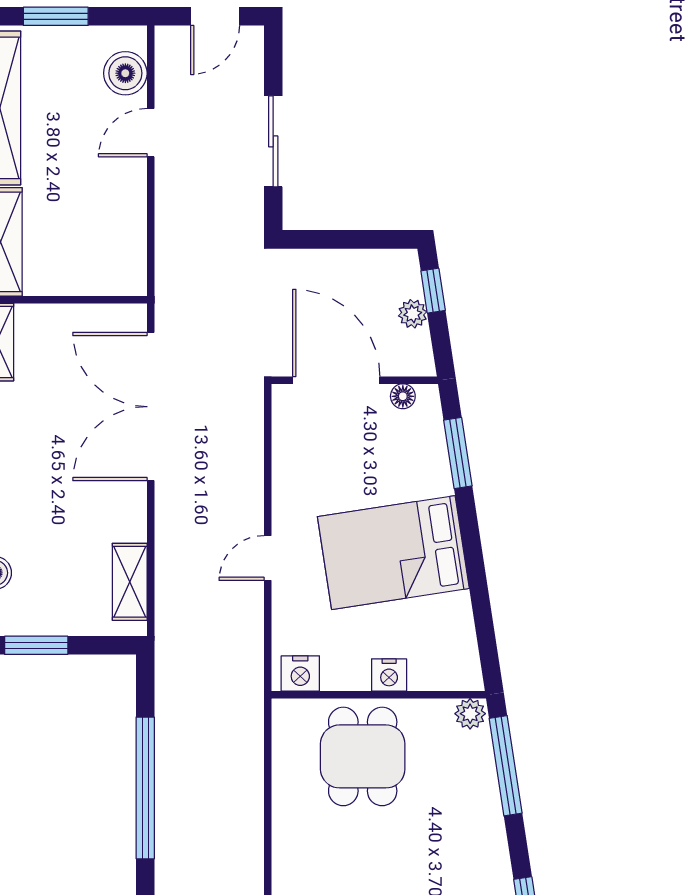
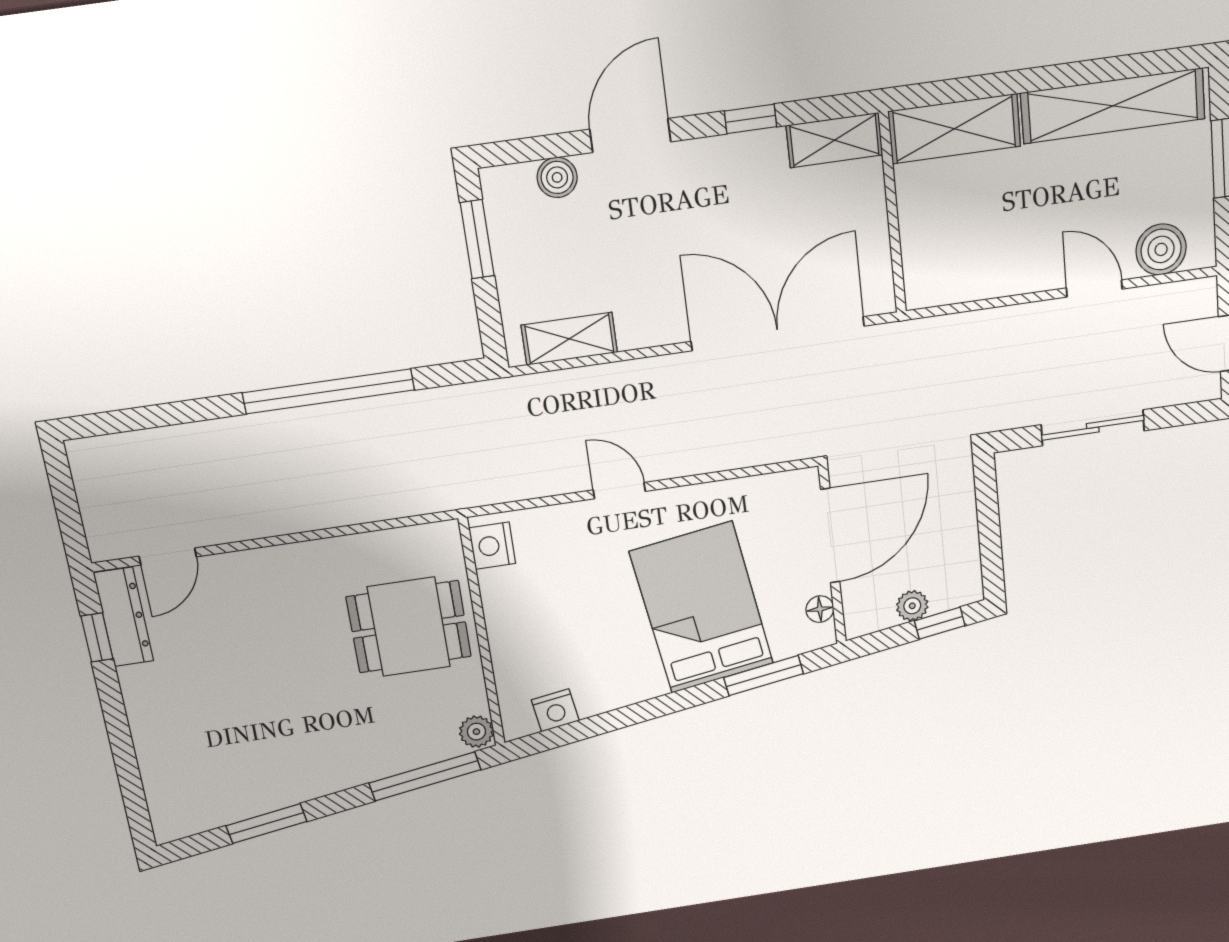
bed: (393, 553) -> (702, 608), moved
nightstand: (389, 675) -> (555, 710), moved, turned -99

